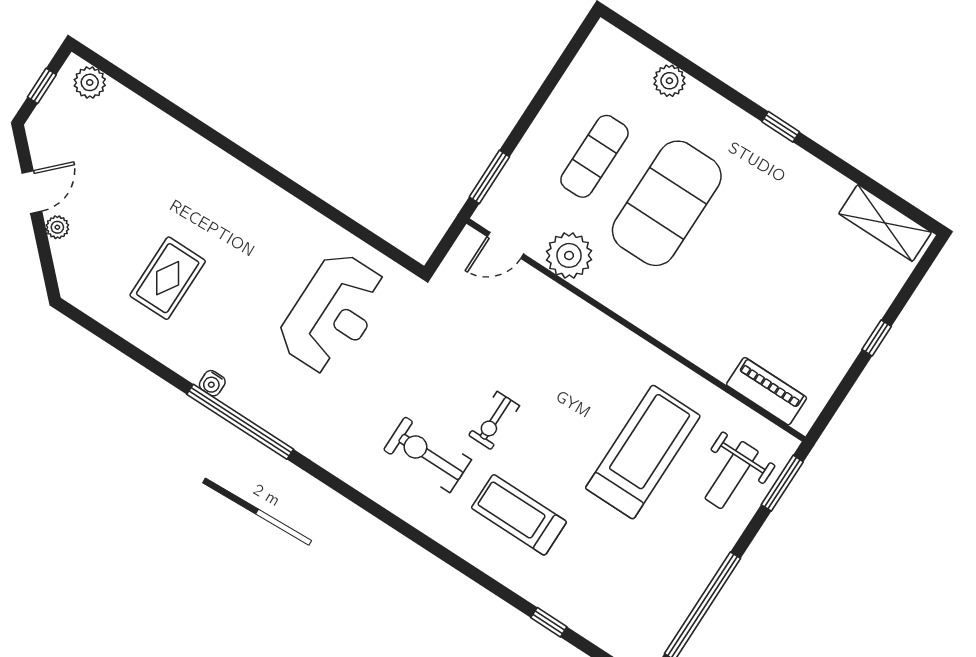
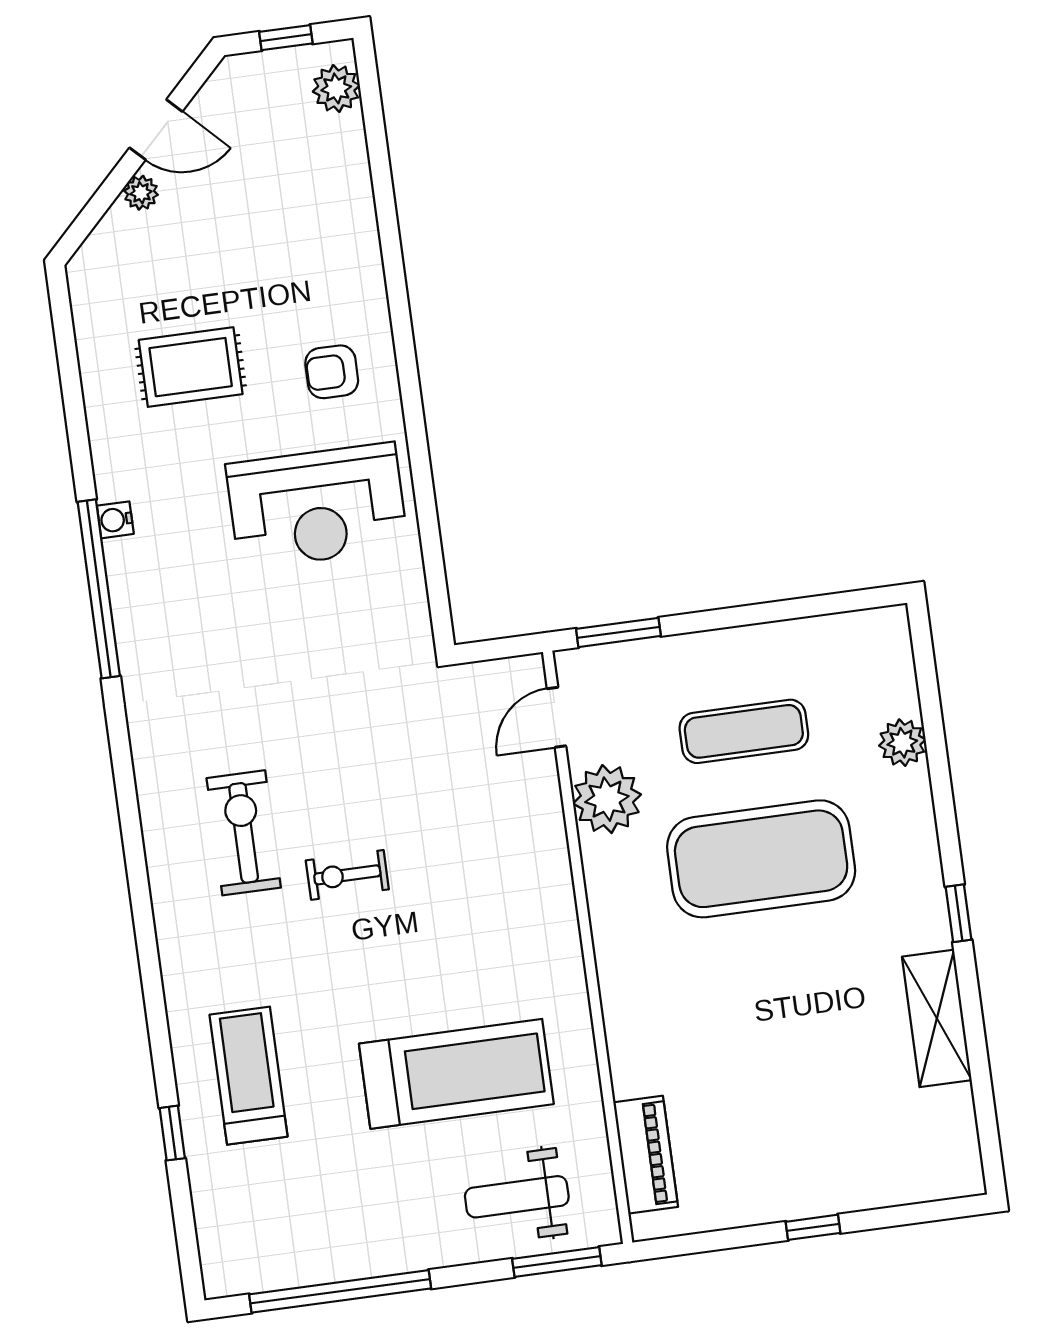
armchair: (232, 209) -> (332, 372), added
shelving: (885, 223) -> (937, 1018), moved
door: (505, 245) -> (557, 717), hinge flipped
reception desk: (333, 313) -> (317, 506), moved
treadmill: (519, 515) -> (248, 1076), moved

